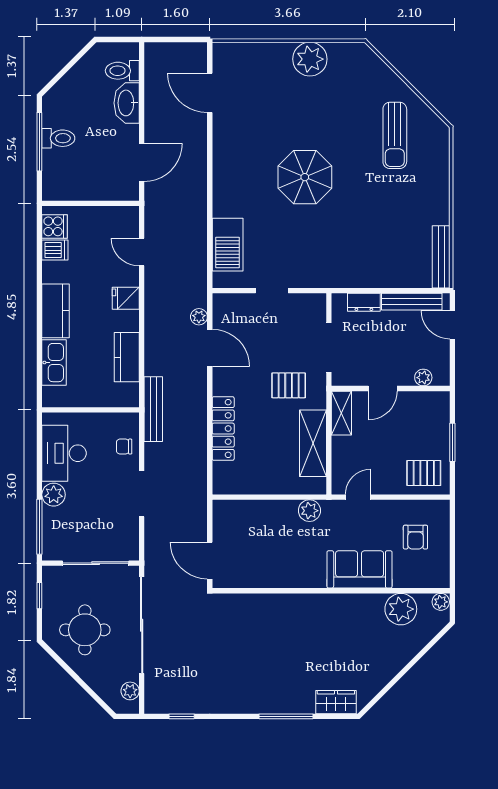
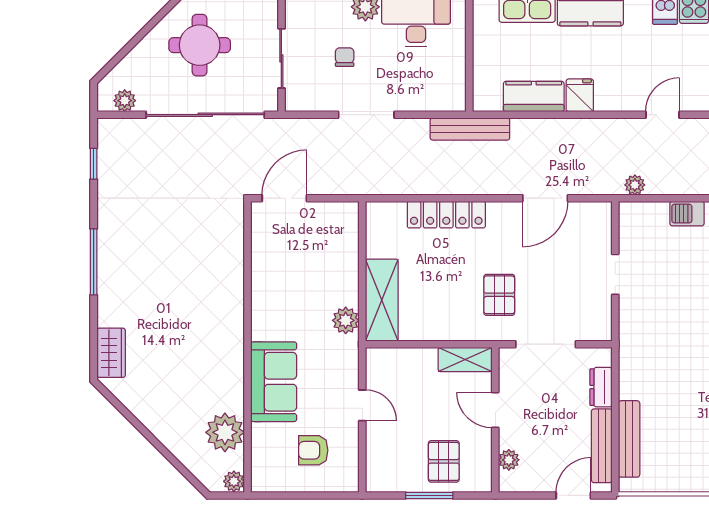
barbecue: (228, 245) -> (687, 214), width x0.53, depth x0.65
bench: (441, 257) -> (629, 439), moved, turned 90
fridge: (126, 298) -> (580, 95), moved
plant: (199, 317) -> (635, 185), moved
shelving: (313, 443) -> (382, 300), moved, turned 90
chair: (124, 447) -> (345, 57), moved
pallet: (424, 473) -> (444, 461), moved
door: (358, 497) -> (362, 405), moved
sliding door: (96, 563) -> (281, 58), width x0.73
window: (286, 716) -> (94, 262), moved

